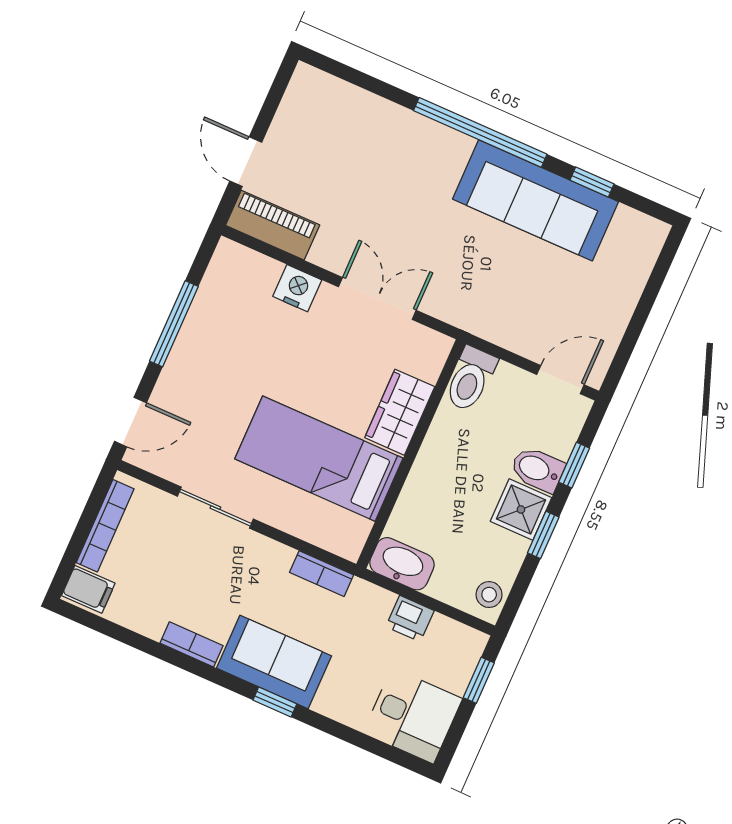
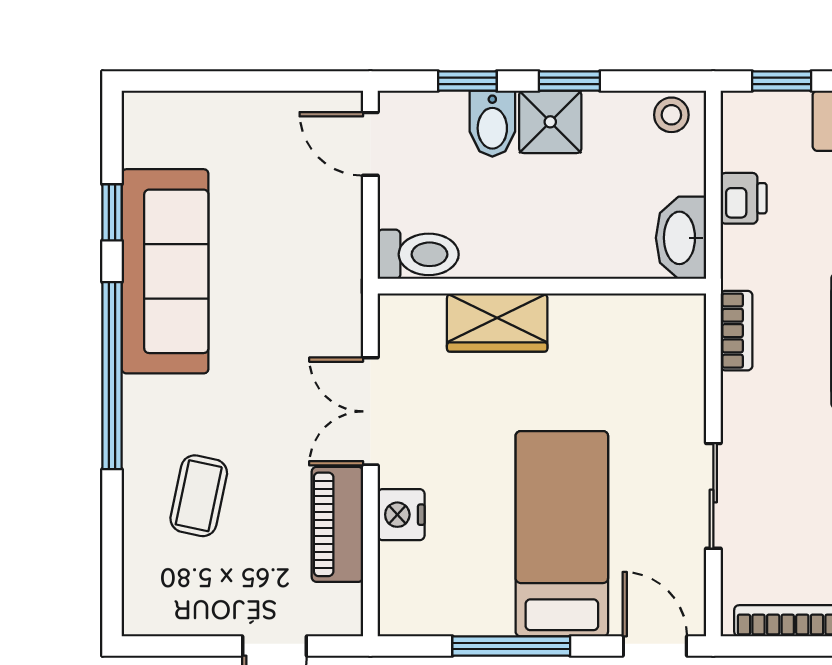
coffee table: (372, 155) -> (199, 496), added
piano: (273, 225) -> (337, 524), moved
bed: (319, 459) -> (562, 534), moved, turned 180

